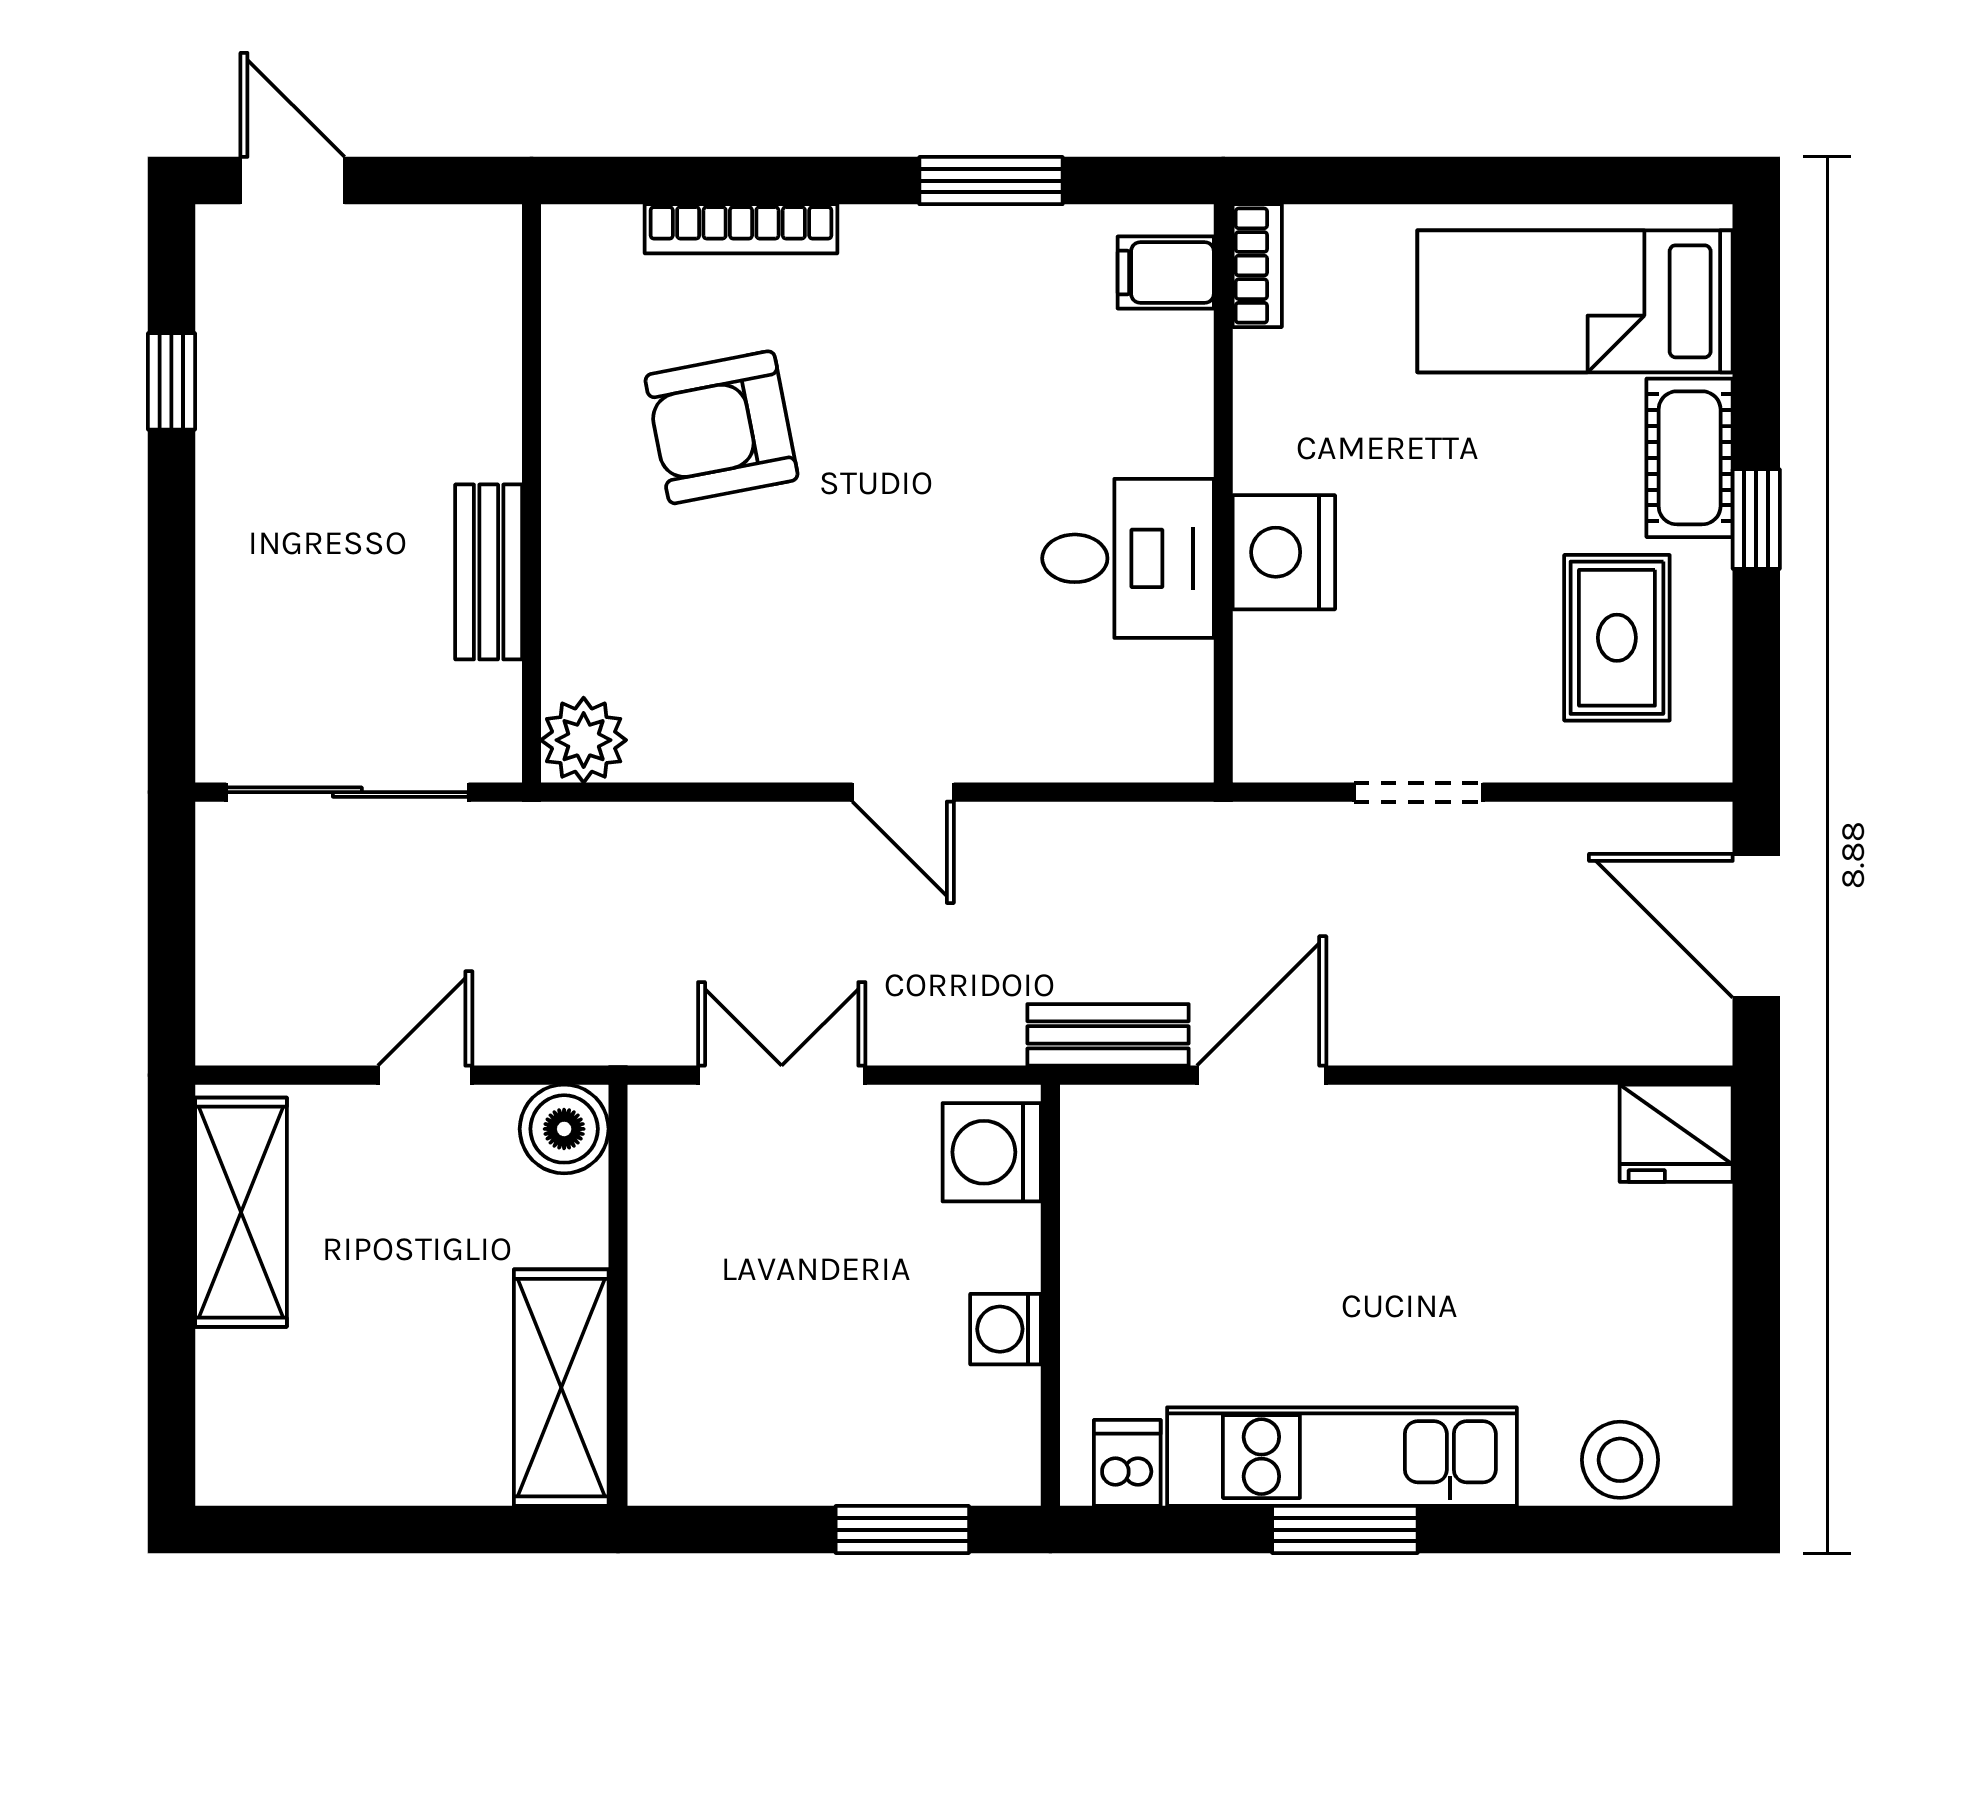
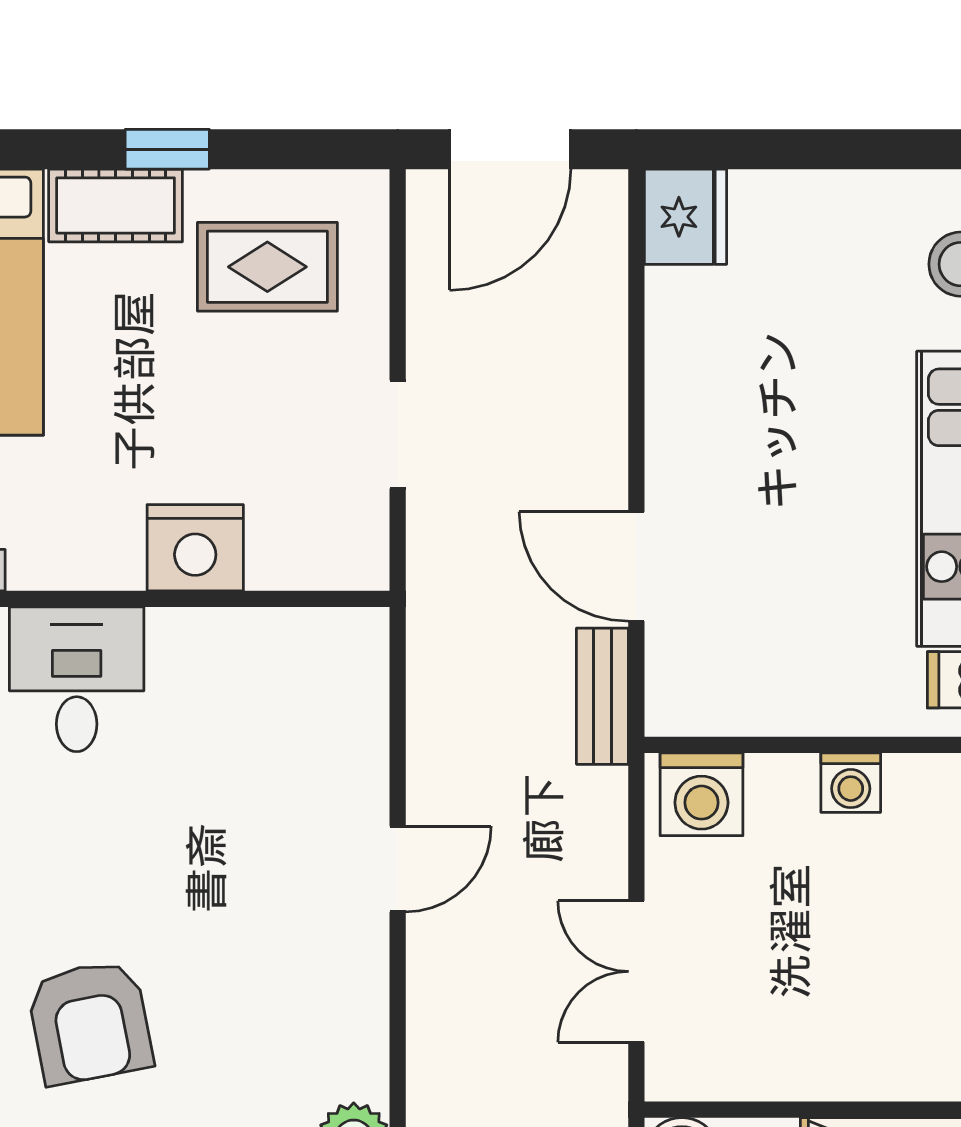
desk: (1128, 558) -> (77, 679), moved

